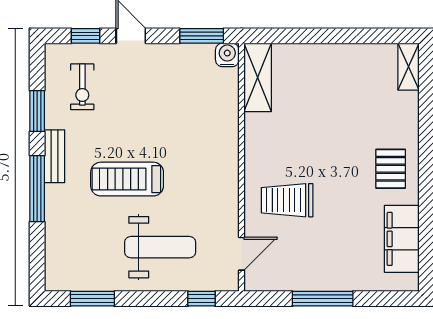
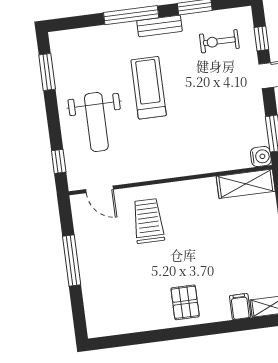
pallet: (391, 169) -> (185, 302), turned 90
filing cabinet: (402, 239) -> (240, 307), moved, width x0.33, depth x0.86

